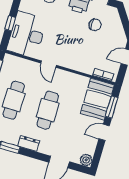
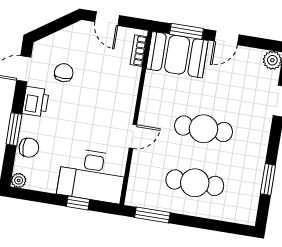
door: (104, 132) -> (227, 38), hinge flipped
dresser: (29, 143) -> (258, 152), removed

